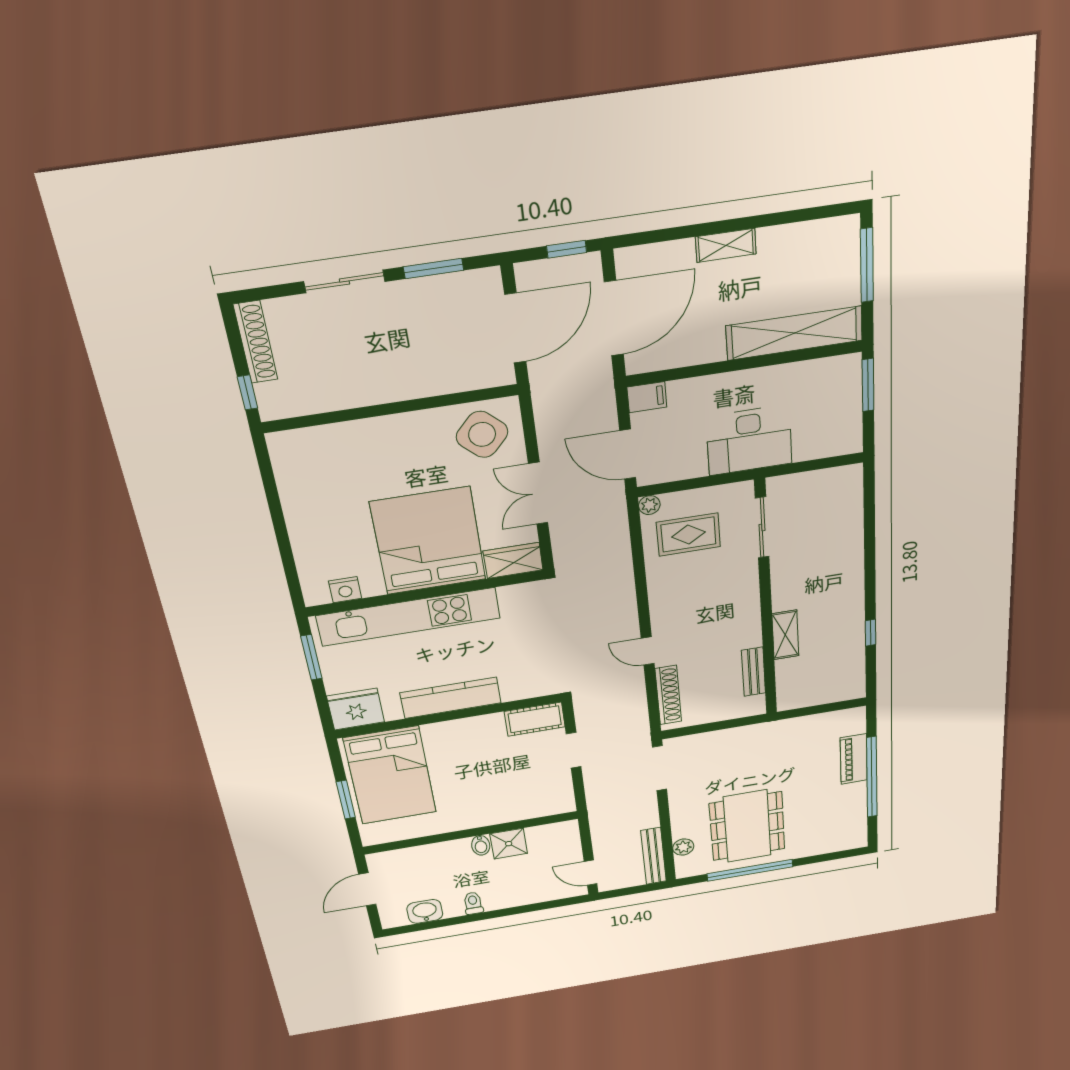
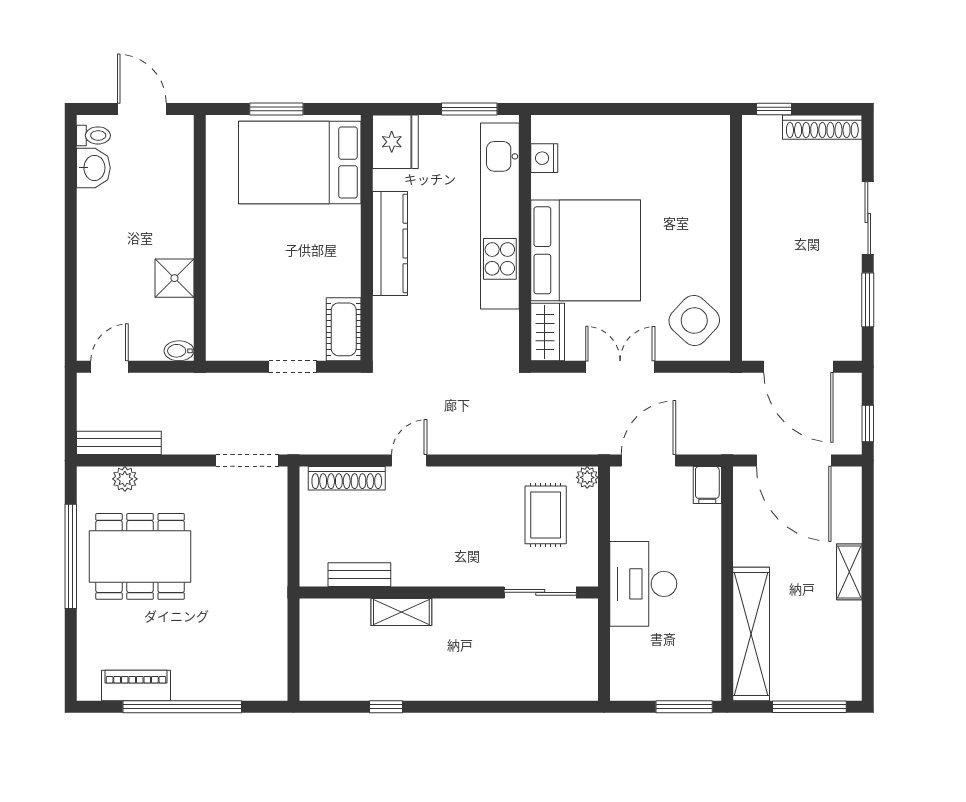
piano: (854, 759) -> (136, 686), moved
bidet: (481, 845) -> (179, 351), moved
toilet: (473, 903) -> (93, 135), moved

